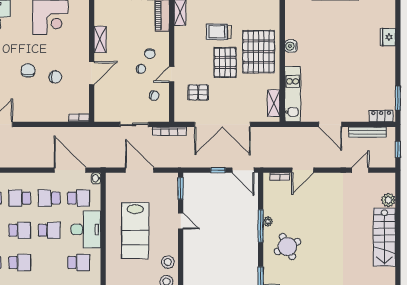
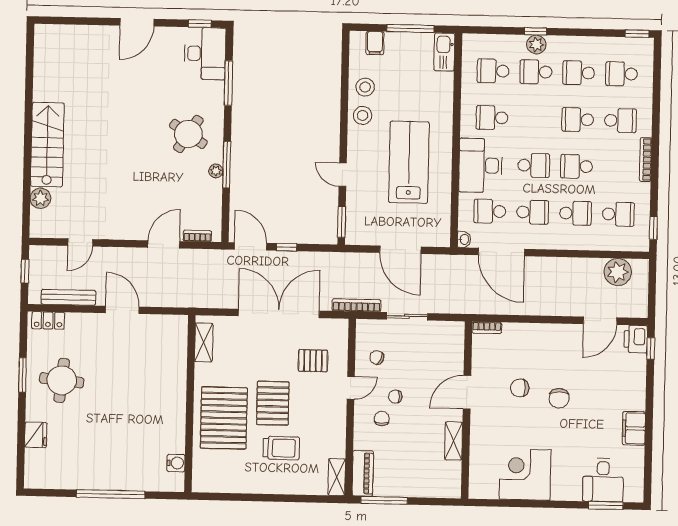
water cooler: (291, 46) -> (176, 463), moved
round table: (371, 75) -> (62, 380), added
kitchen unit: (293, 94) -> (176, 355), removed
window: (398, 98) -> (23, 375), moved
school desk: (49, 230) -> (534, 165), turned 180
round table: (287, 247) -> (188, 134), turned -31

